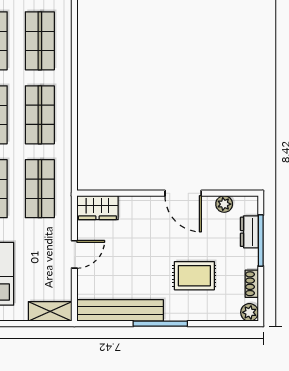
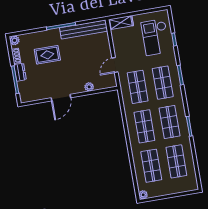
door: (183, 193) -> (61, 98), swing flipped
plant: (224, 204) -> (89, 87), moved
wardrobe: (97, 208) -> (105, 82), removed
dresser: (249, 232) -> (20, 72), moved
door: (74, 254) -> (115, 65), moved

